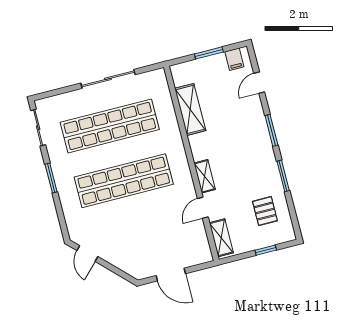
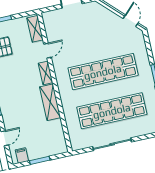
shelving: (190, 109) -> (50, 102), moved

